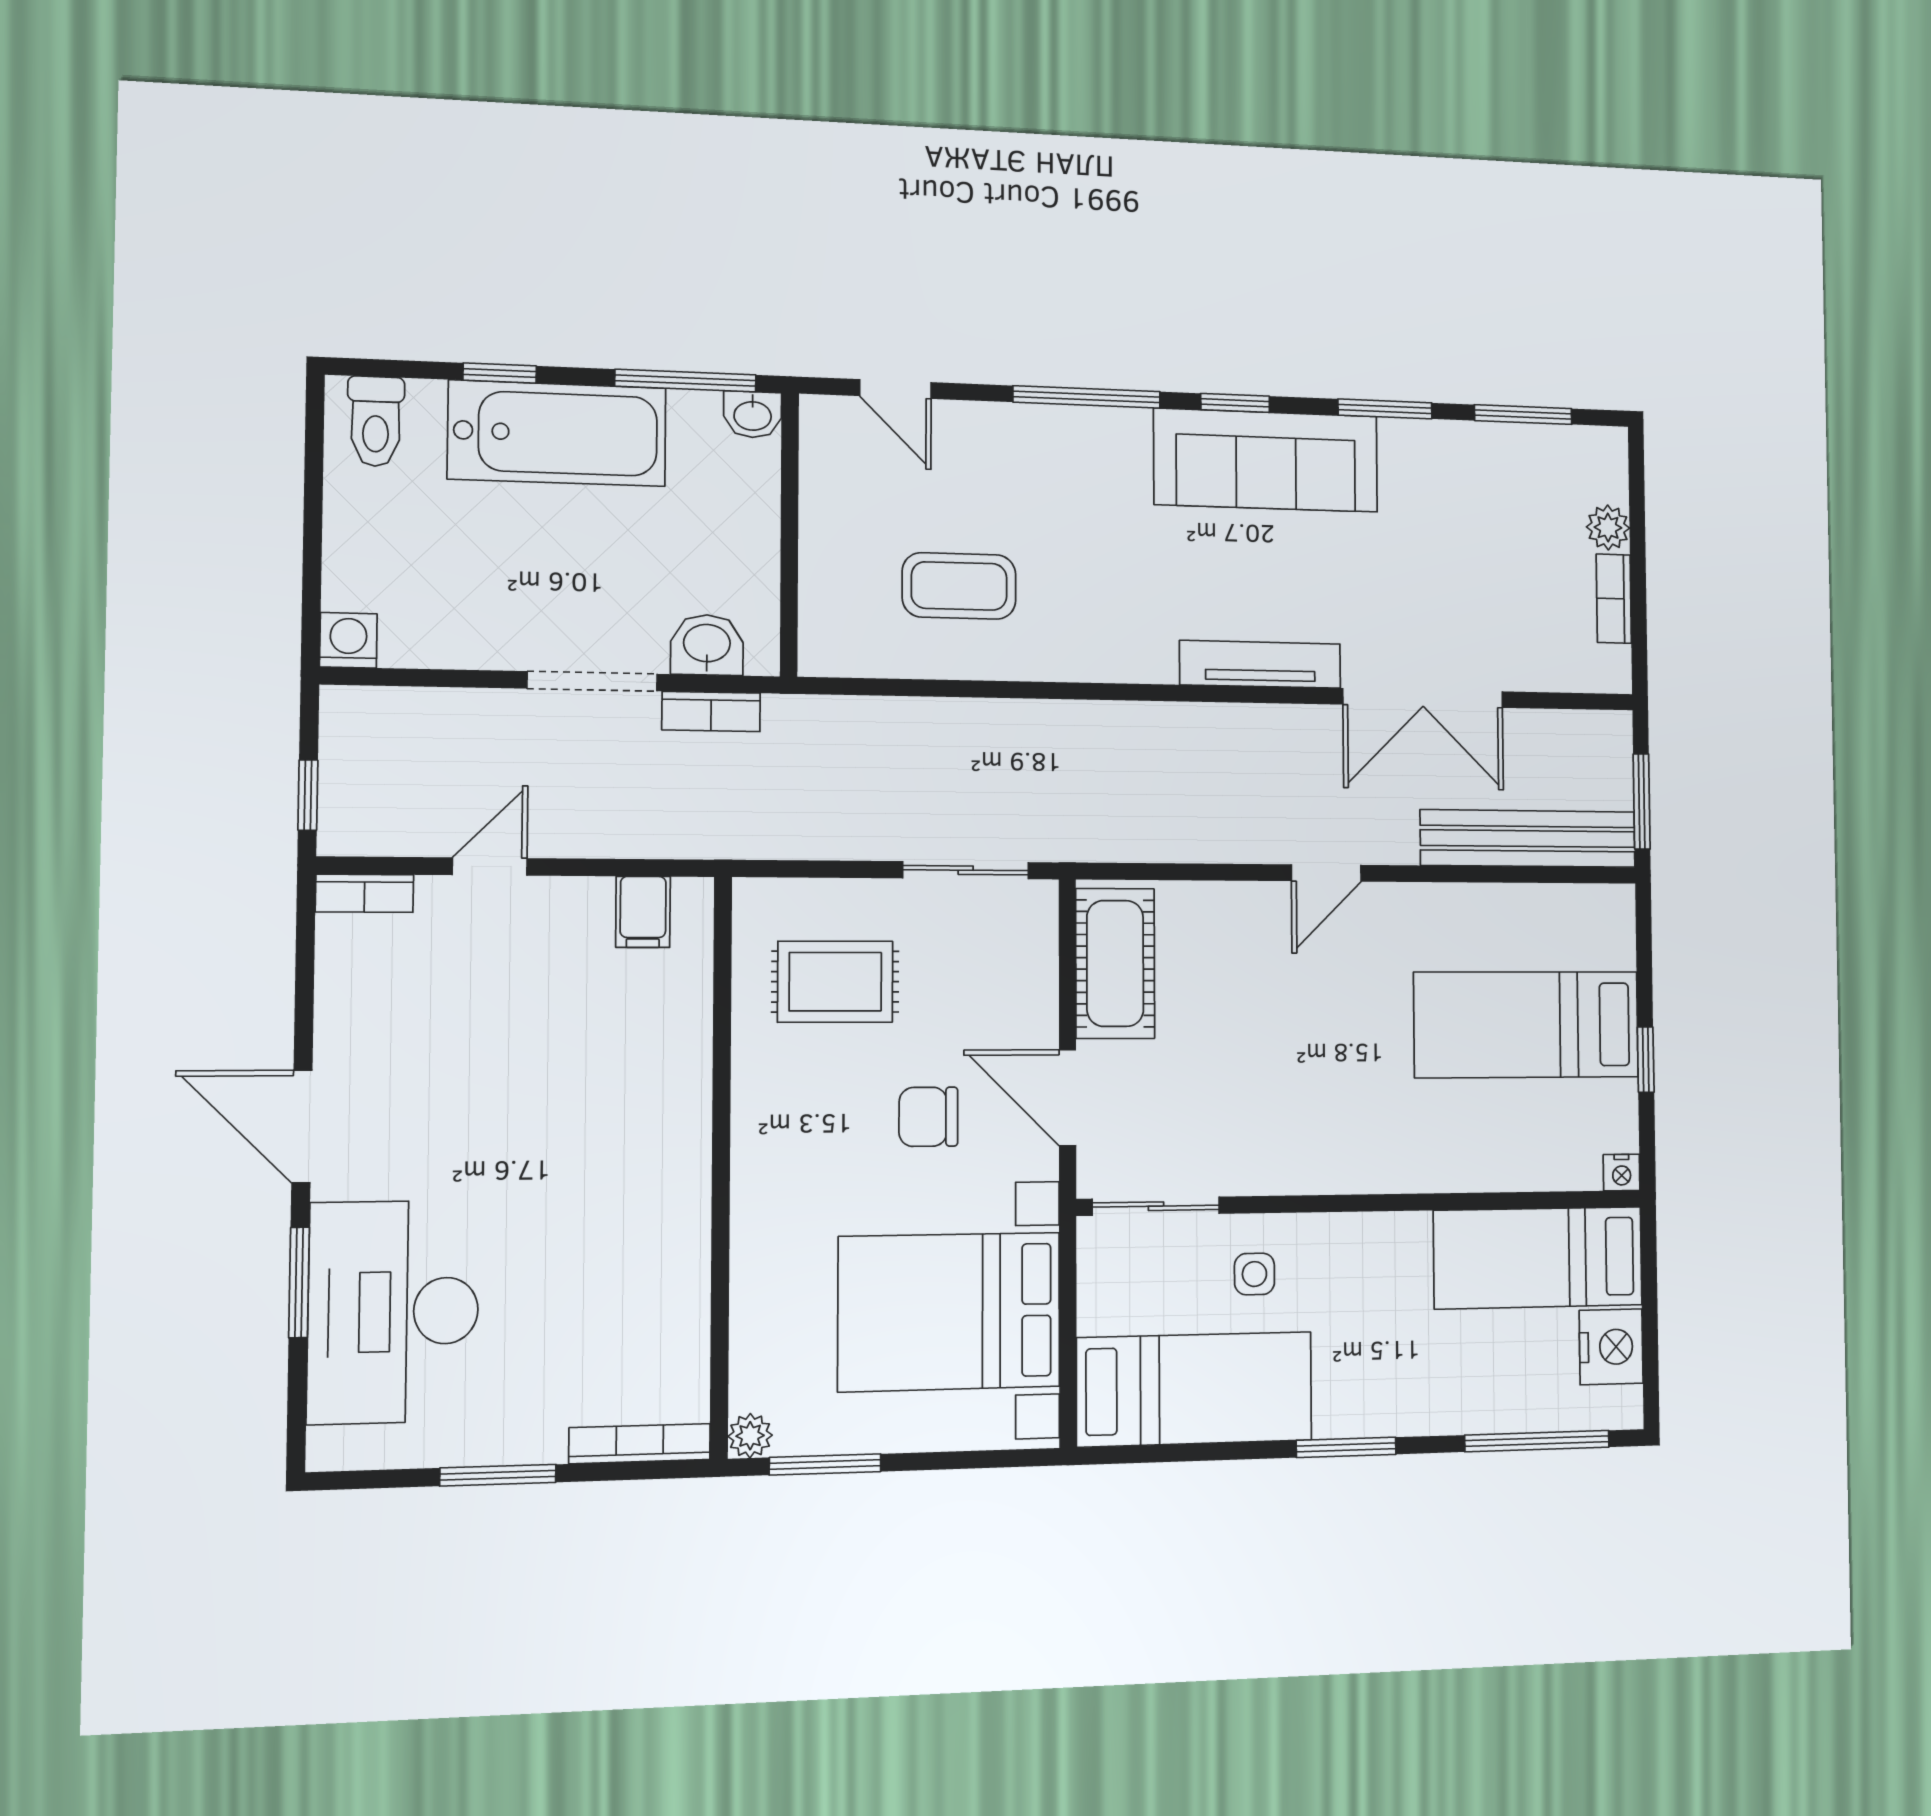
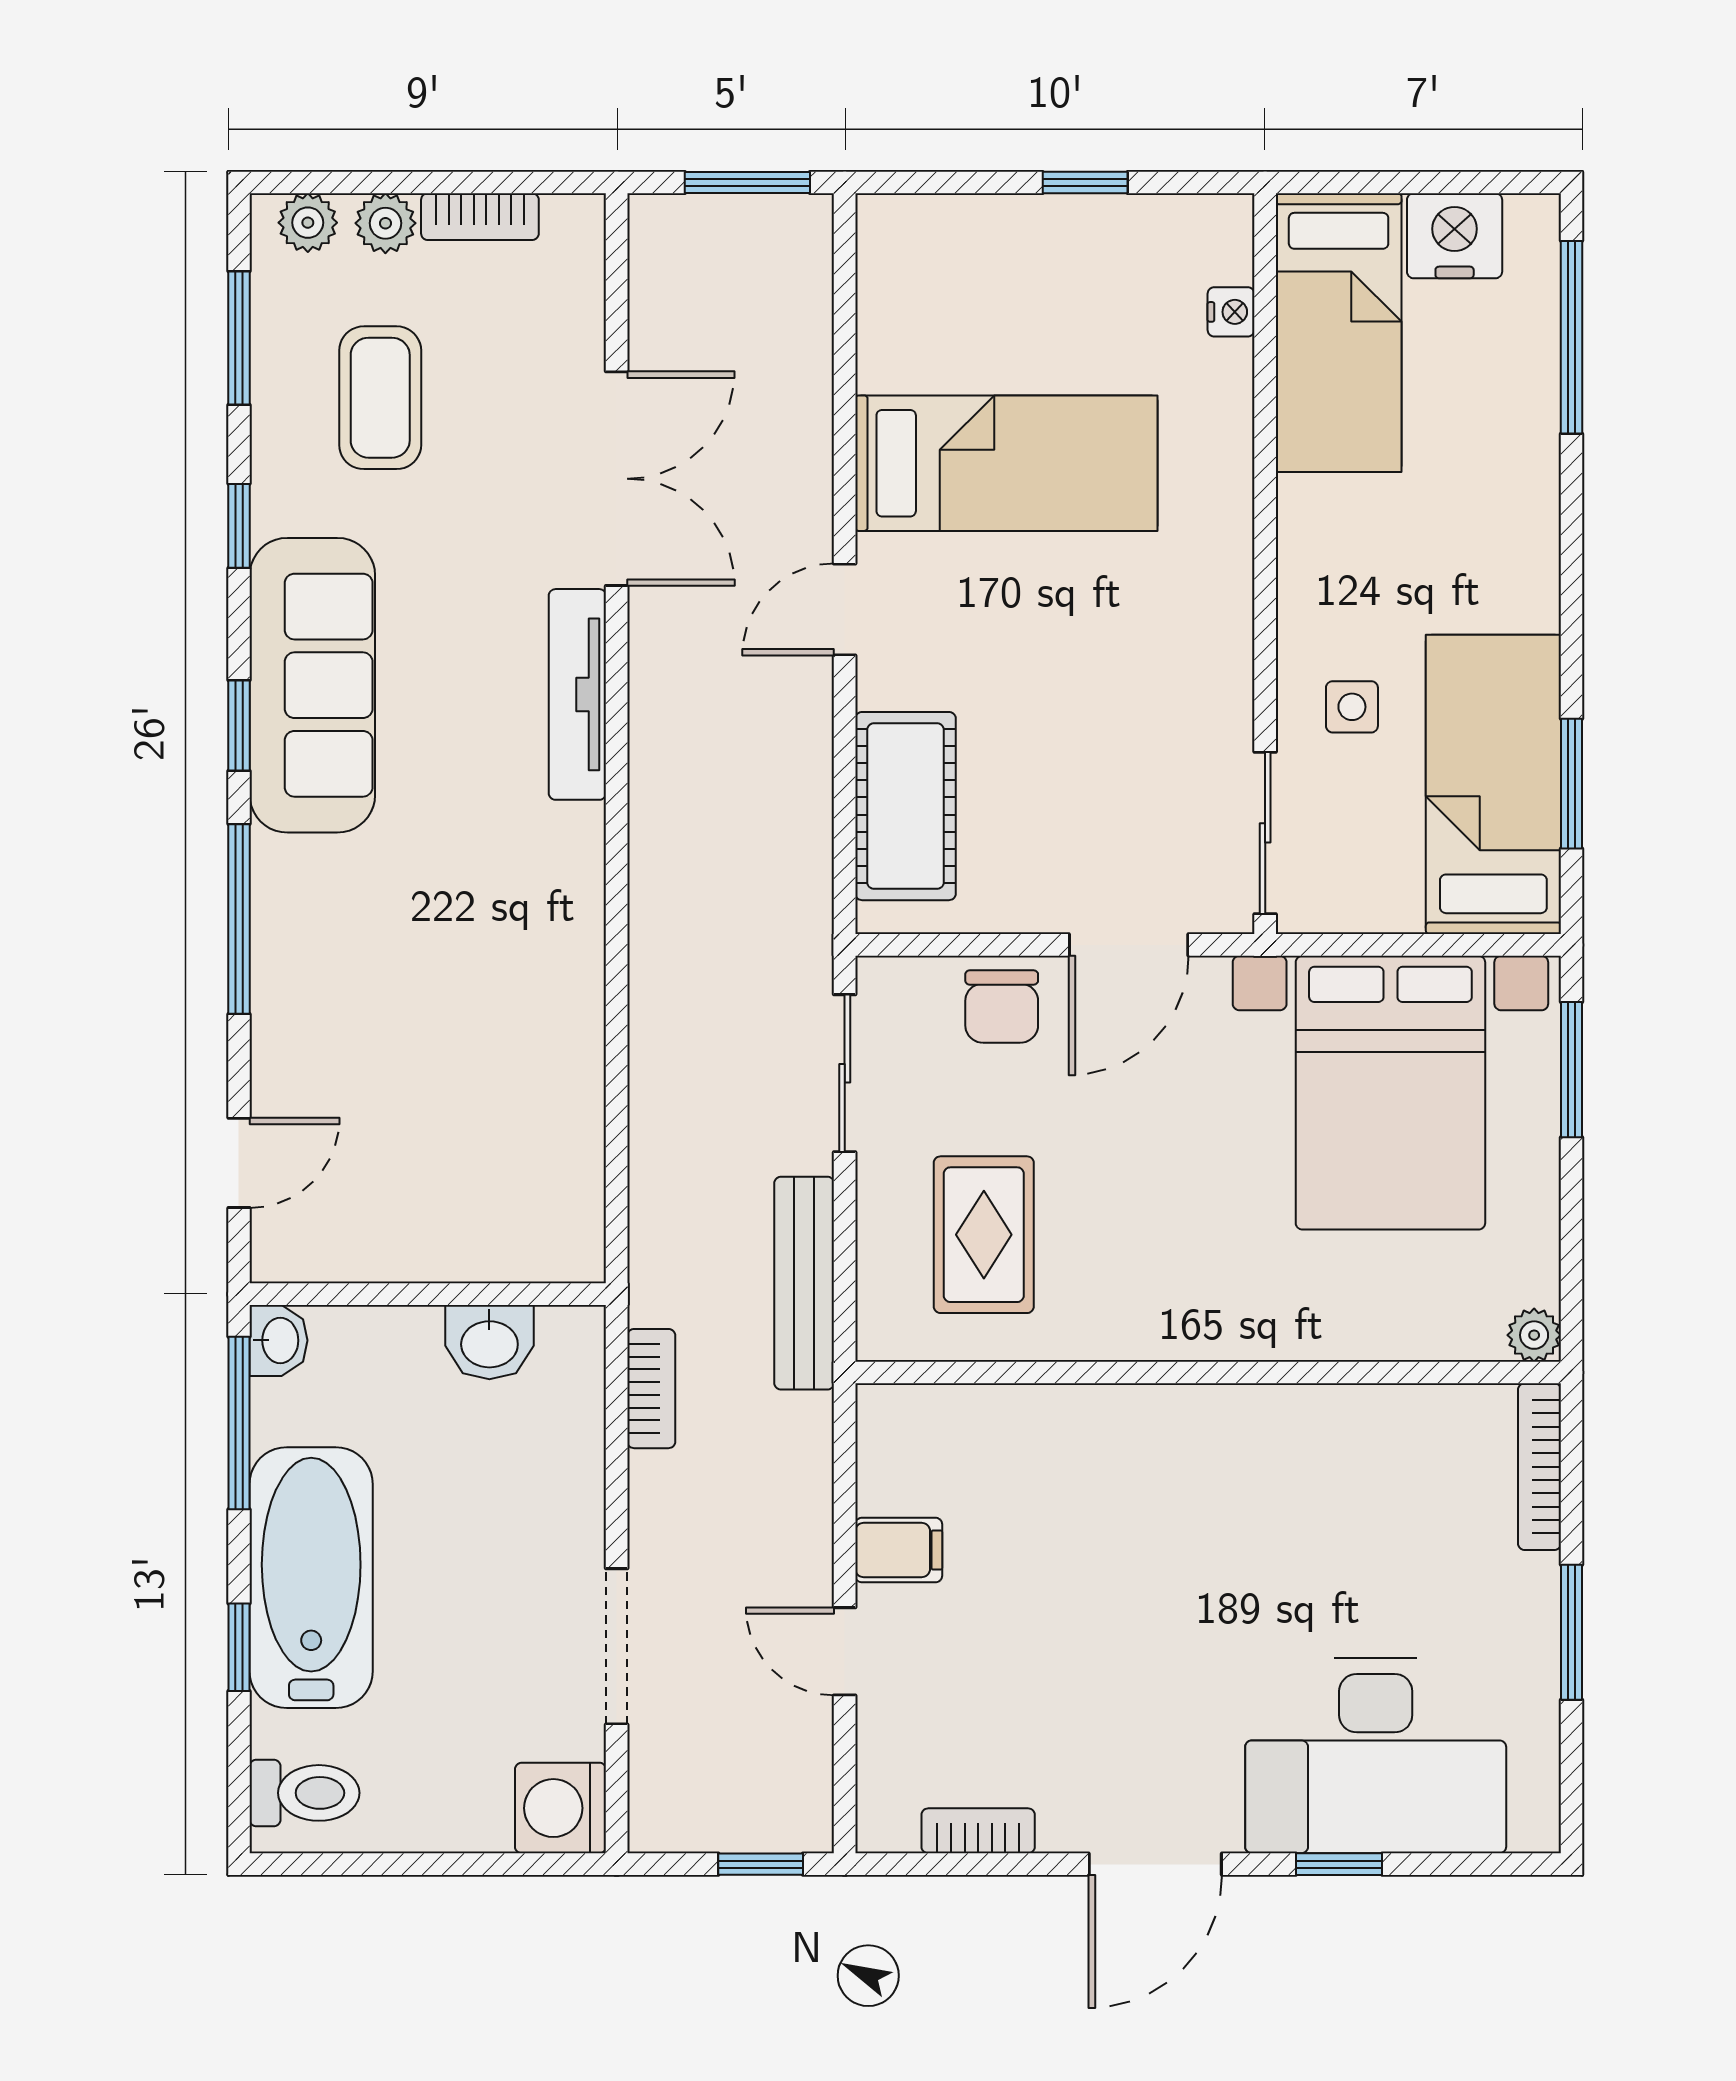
window: (1385, 409) -> (239, 526), width x0.67
plant: (1608, 469) -> (308, 223), added
coffee table: (959, 586) -> (380, 398), moved
washing machine: (348, 640) -> (561, 1808), width x1.38, depth x1.38
washbasin: (707, 645) -> (489, 1342), moved, turned -90
doorway: (592, 681) -> (617, 1646), moved
bench: (1528, 839) -> (804, 1283), moved, width x0.73, depth x0.82
door: (1326, 873) -> (845, 610), swing flipped
bookcase: (365, 893) -> (978, 1831), moved, turned -90
filing cabinet: (643, 912) -> (899, 1550), moved
cot: (1115, 963) -> (905, 806), moved, turned 90
bed: (1527, 1025) -> (1006, 463), moved, turned -90
chair: (928, 1117) -> (1002, 1007), moved
nightstand: (1622, 1173) -> (1231, 312), moved
window: (299, 1282) -> (1339, 1864), width x0.67
window: (1346, 1447) -> (1572, 784), moved
window: (825, 1464) -> (1572, 1070), moved

